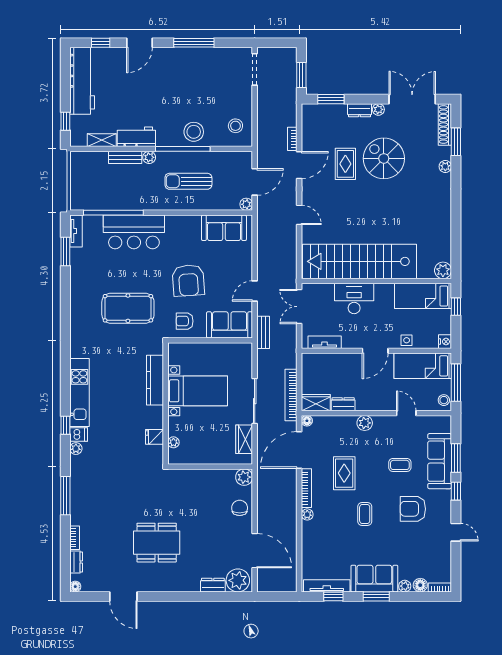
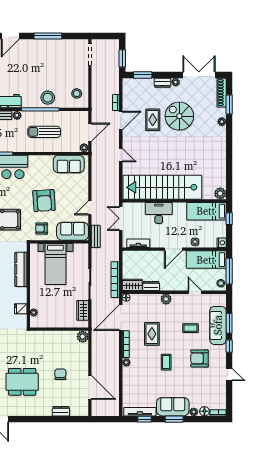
bed with nightstands: (198, 391) -> (55, 264), moved, turned 90
chair: (240, 508) -> (60, 374), moved
plant: (238, 580) -> (78, 408), removed

